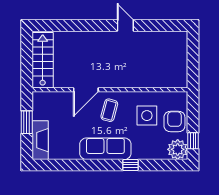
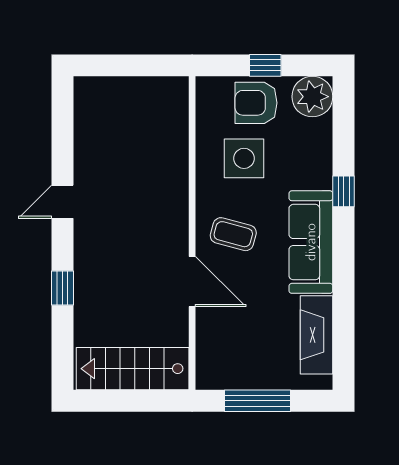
window: (83, 25) -> (63, 288), added
window: (27, 122) -> (258, 401), width x1.44
fireplace: (40, 140) -> (317, 335), moved, turned -90
window: (193, 141) -> (265, 65), moved

